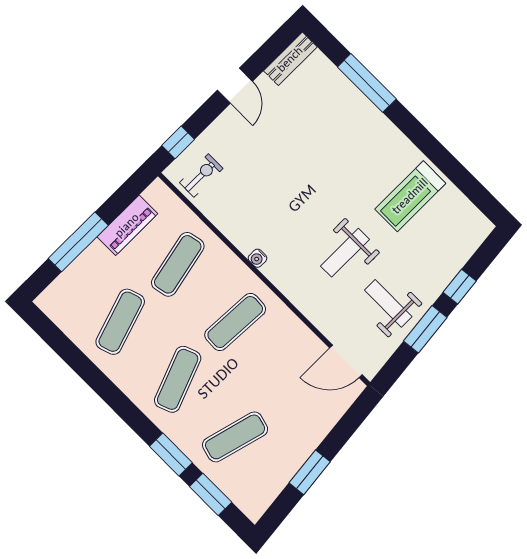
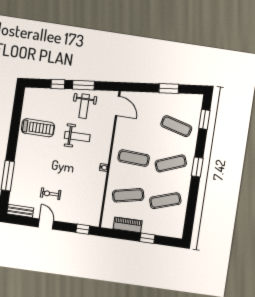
door: (235, 86) -> (46, 224), hinge flipped
exercise bike: (201, 175) -> (51, 194), moved
window: (78, 242) -> (147, 238), width x0.46
window: (171, 454) -> (197, 167), moved

